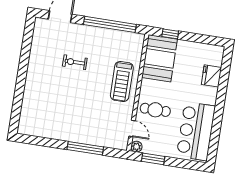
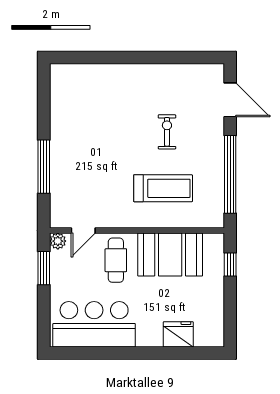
booth: (160, 58) -> (170, 255), moved
treadmill: (122, 81) -> (163, 188), moved, turned 180

